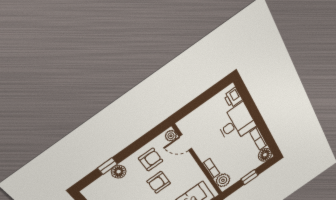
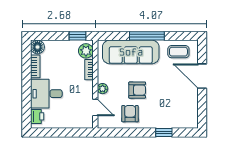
plant: (171, 136) -> (103, 89), moved
armchair: (151, 160) -> (130, 114), turned 90
floor lamp: (119, 172) -> (159, 122), removed
window: (249, 177) -> (78, 36), moved

